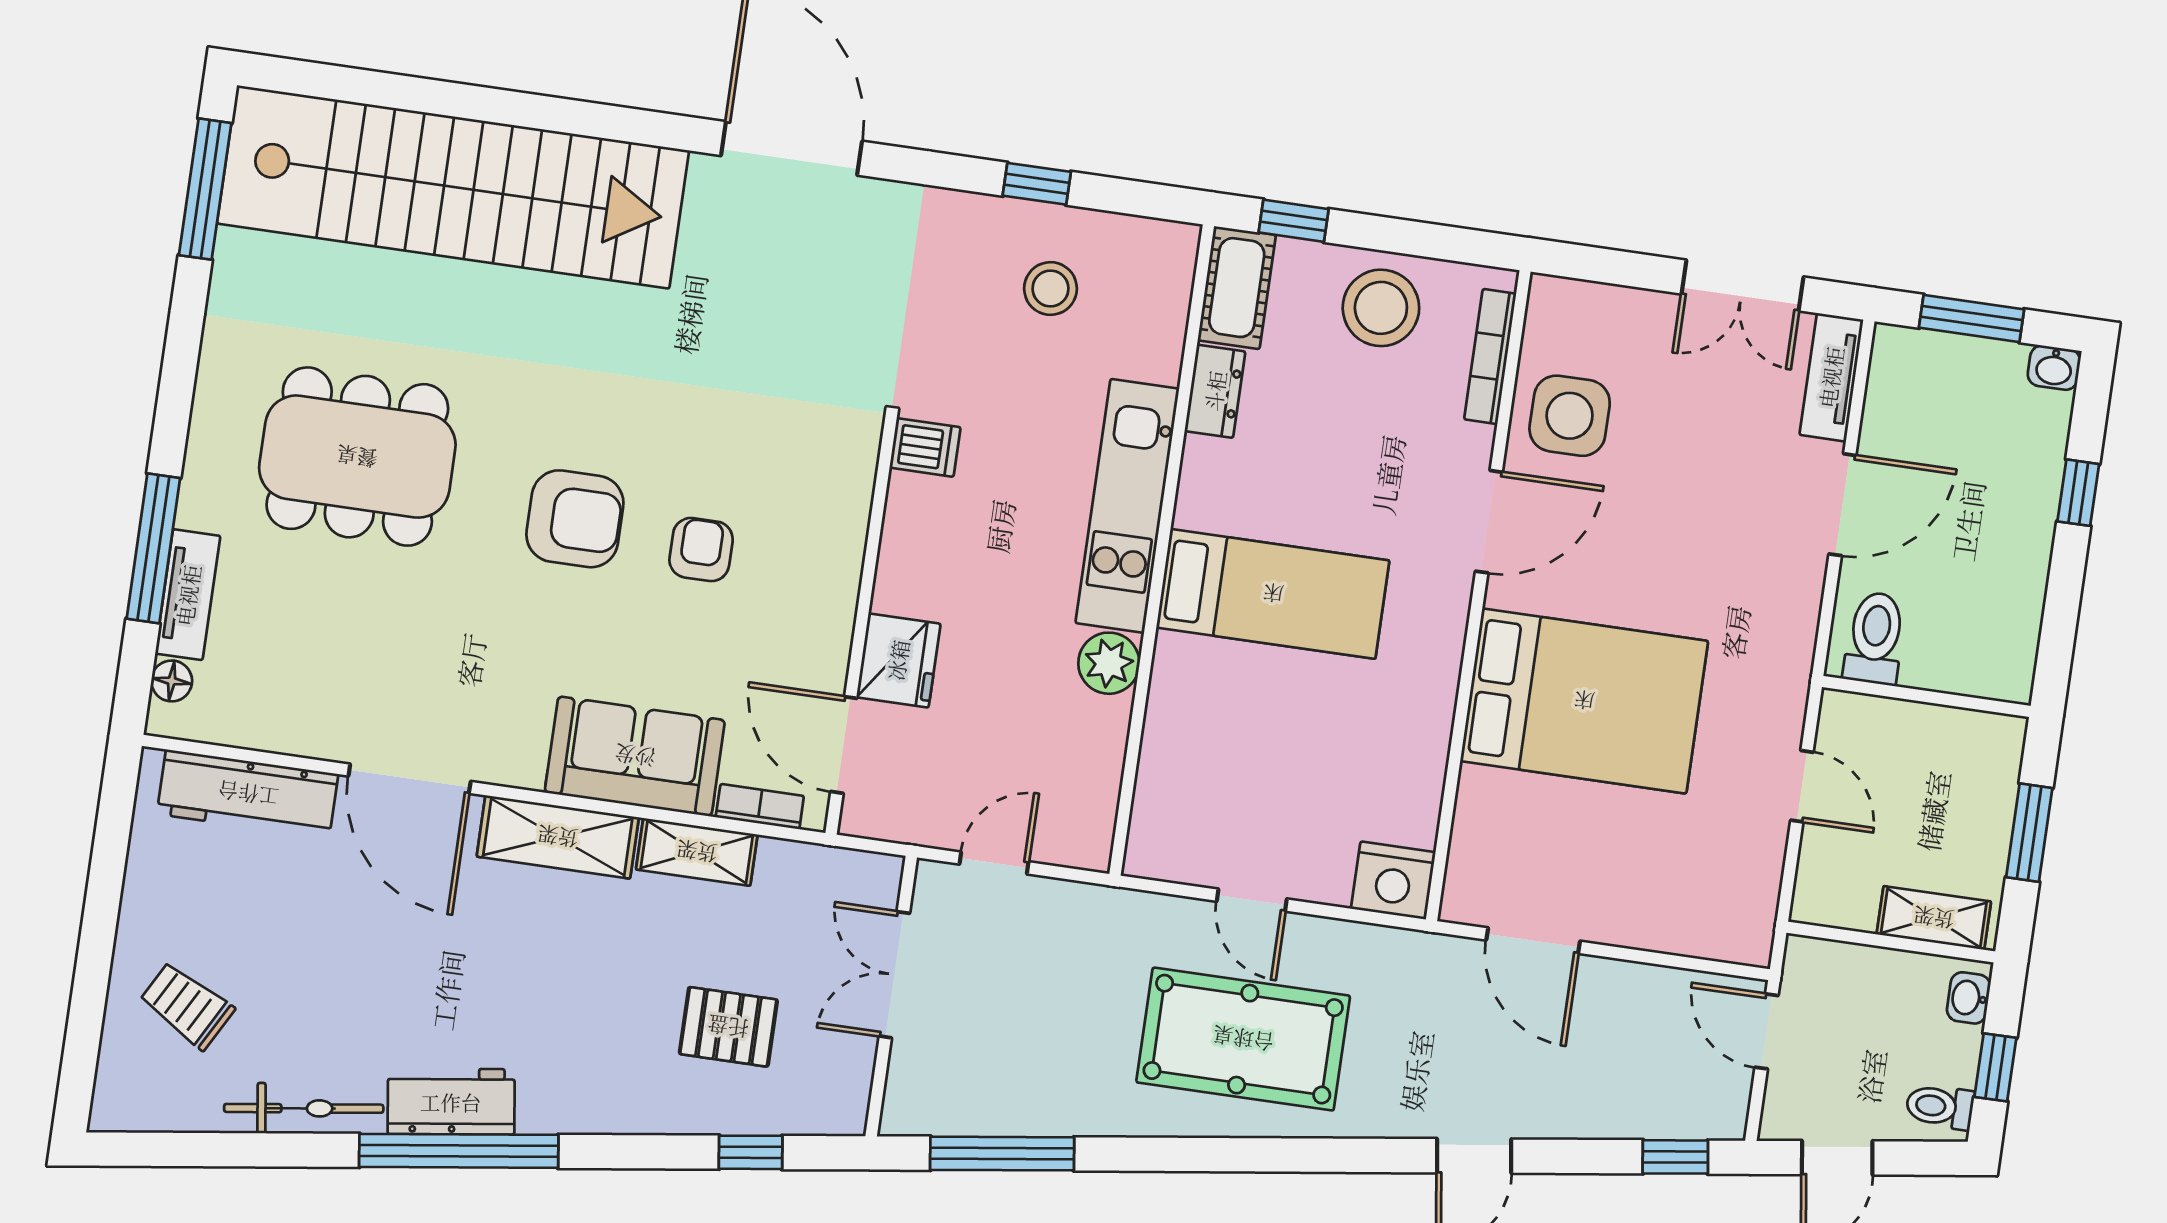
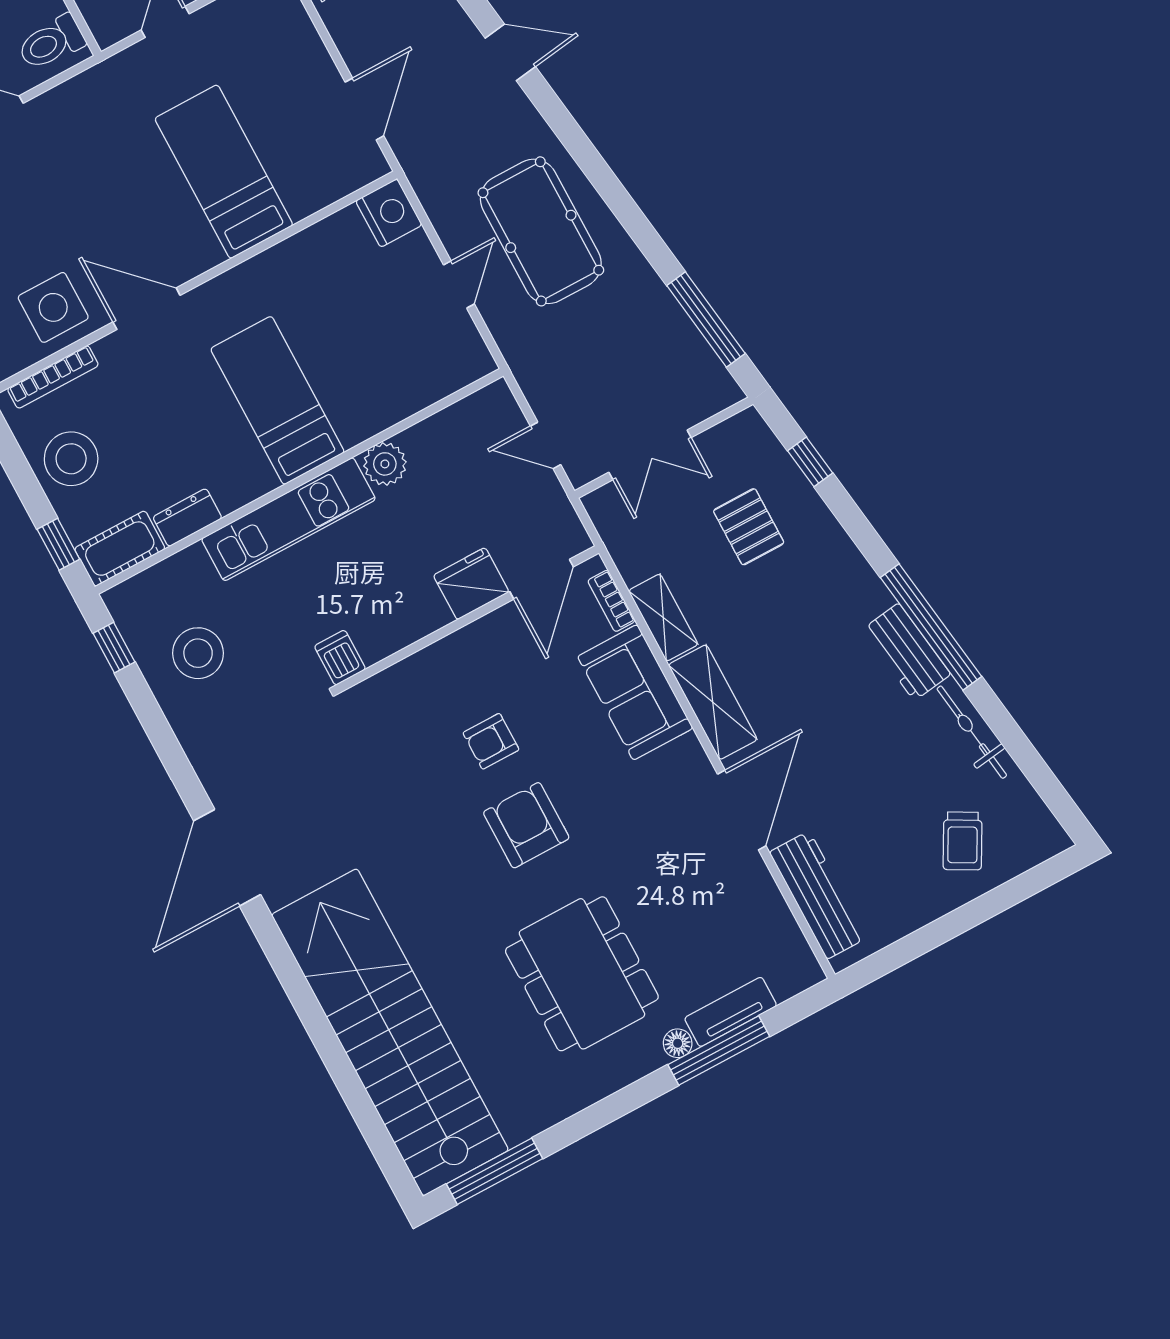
window: (1037, 184) -> (114, 648), moved
stool: (1051, 289) -> (198, 653), width x1.38, depth x1.38
floor lamp: (172, 681) -> (678, 1043), moved
bed: (1584, 701) -> (224, 172), width x0.67

